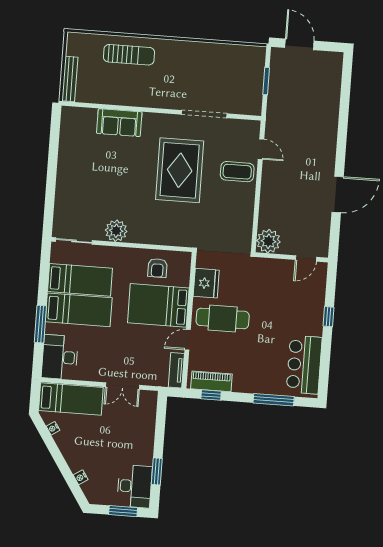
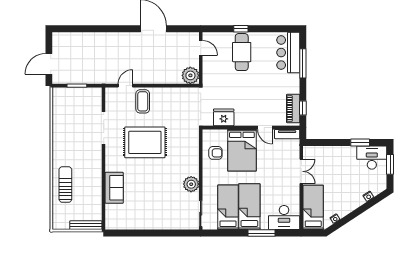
cafe table: (223, 318) -> (242, 52), moved
bar counter: (304, 365) -> (288, 53), moved, turned 90

